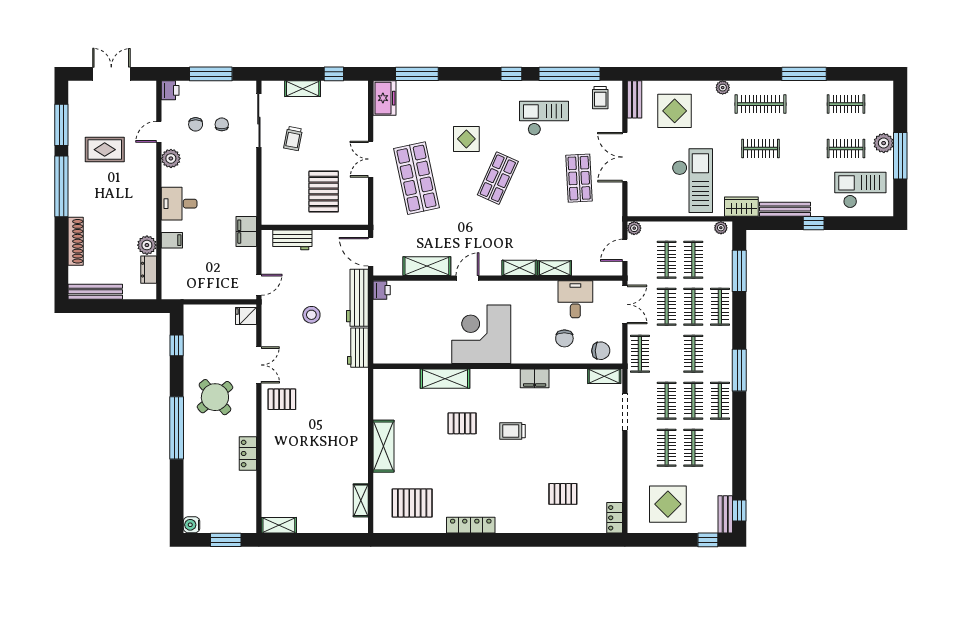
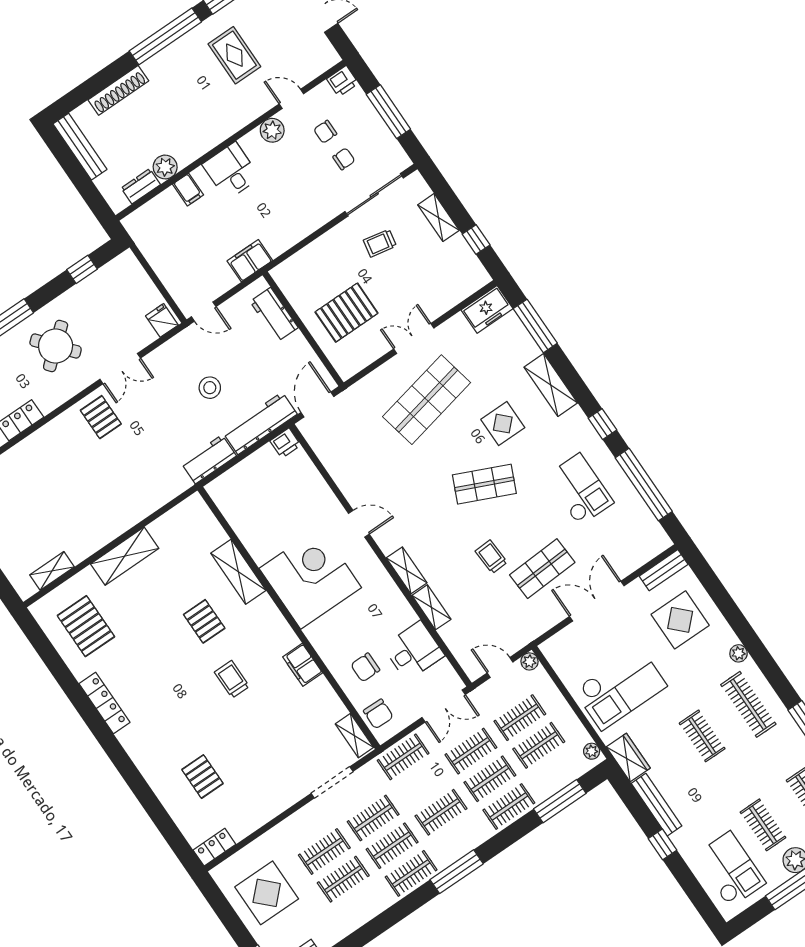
trolley: (600, 98) -> (491, 557), moved, turned 87
shelving: (427, 266) -> (551, 385), moved

